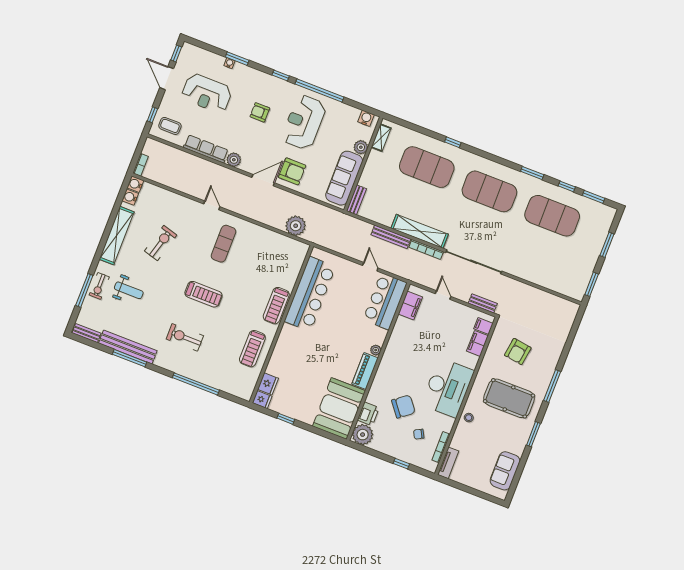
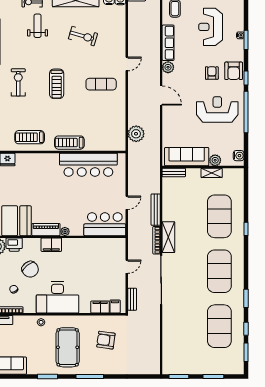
shelving: (381, 138) -> (212, 173), moved
armchair: (292, 171) -> (234, 71), moved
shelving: (420, 231) -> (168, 237), width x0.68
weight bench: (129, 290) -> (38, 26), turned 180
filing cabinet: (410, 305) -> (51, 245), moved

